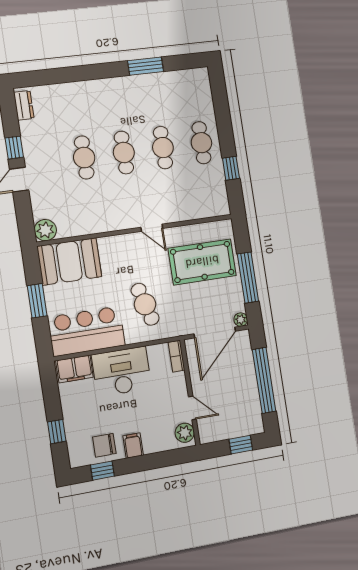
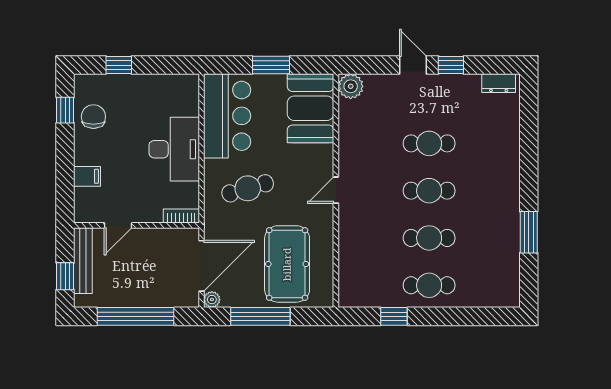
door: (152, 228) -> (336, 190), moved
door: (215, 333) -> (202, 266), swing flipped
filing cabinet: (74, 369) -> (186, 96), removed
bench: (226, 432) -> (83, 261), added
plant: (185, 433) -> (91, 212), removed
filing cabinet: (133, 446) -> (87, 176), moved

